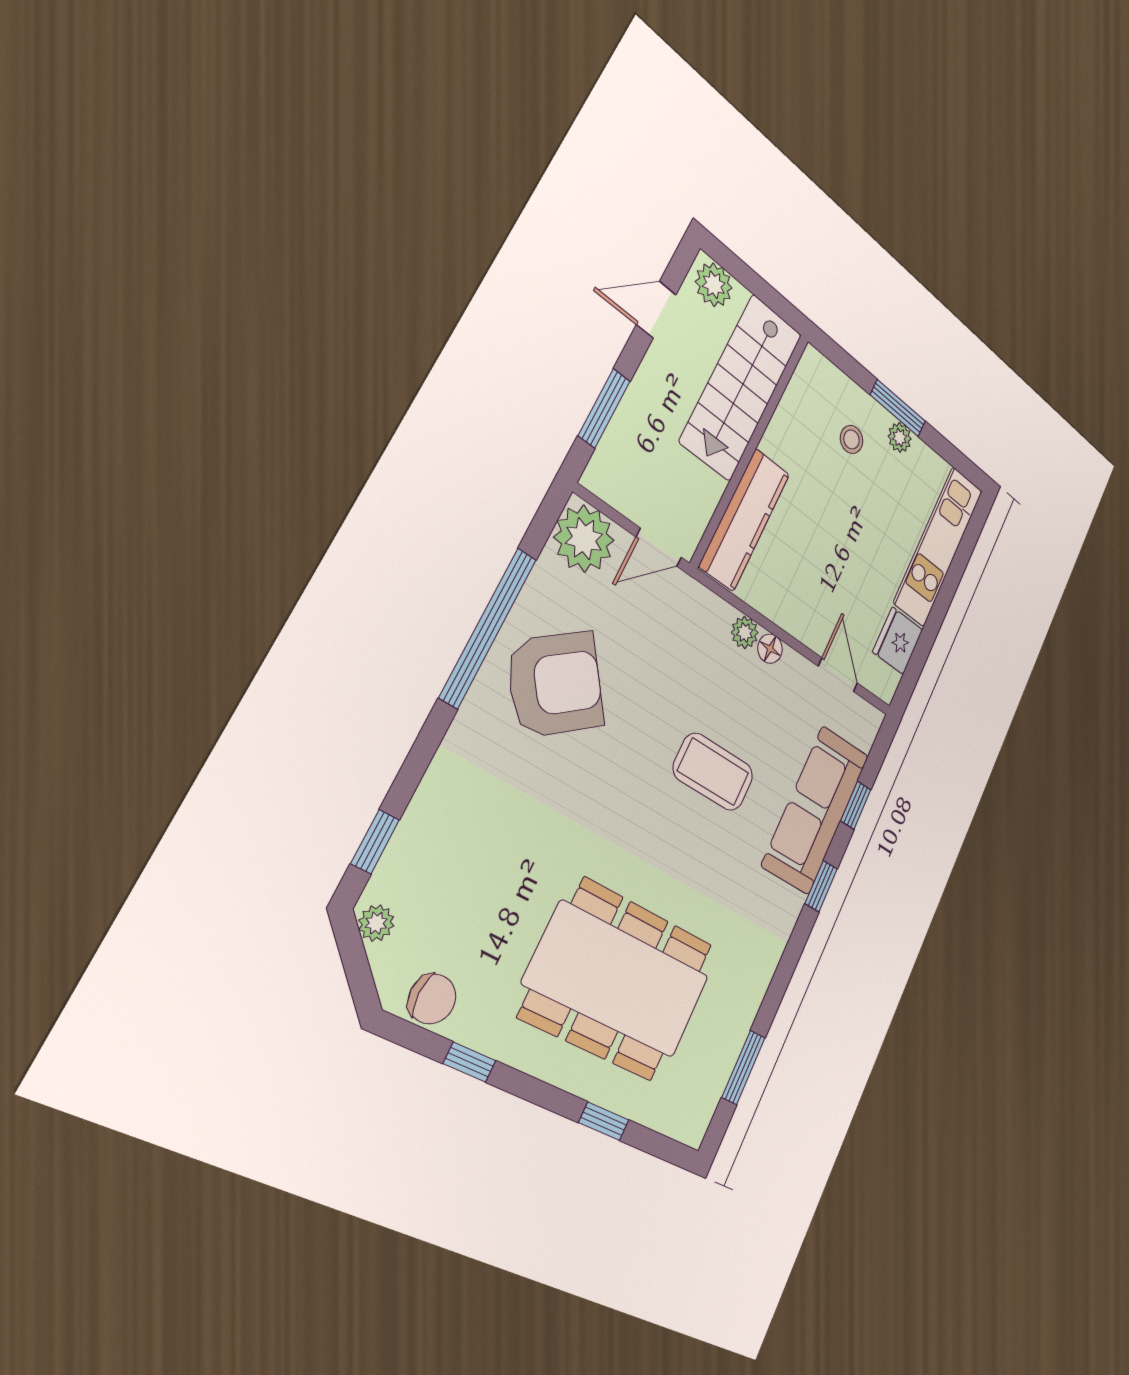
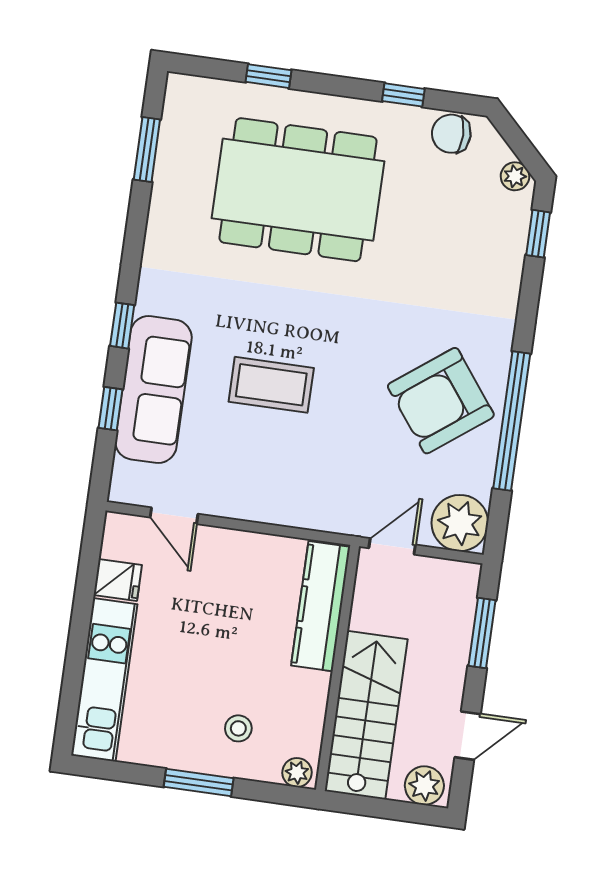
plant: (900, 438) -> (297, 773), moved
plant: (745, 632) -> (285, 512), removed
fridge: (898, 641) -> (118, 580), width x0.72
floor lamp: (770, 649) -> (254, 509), removed

